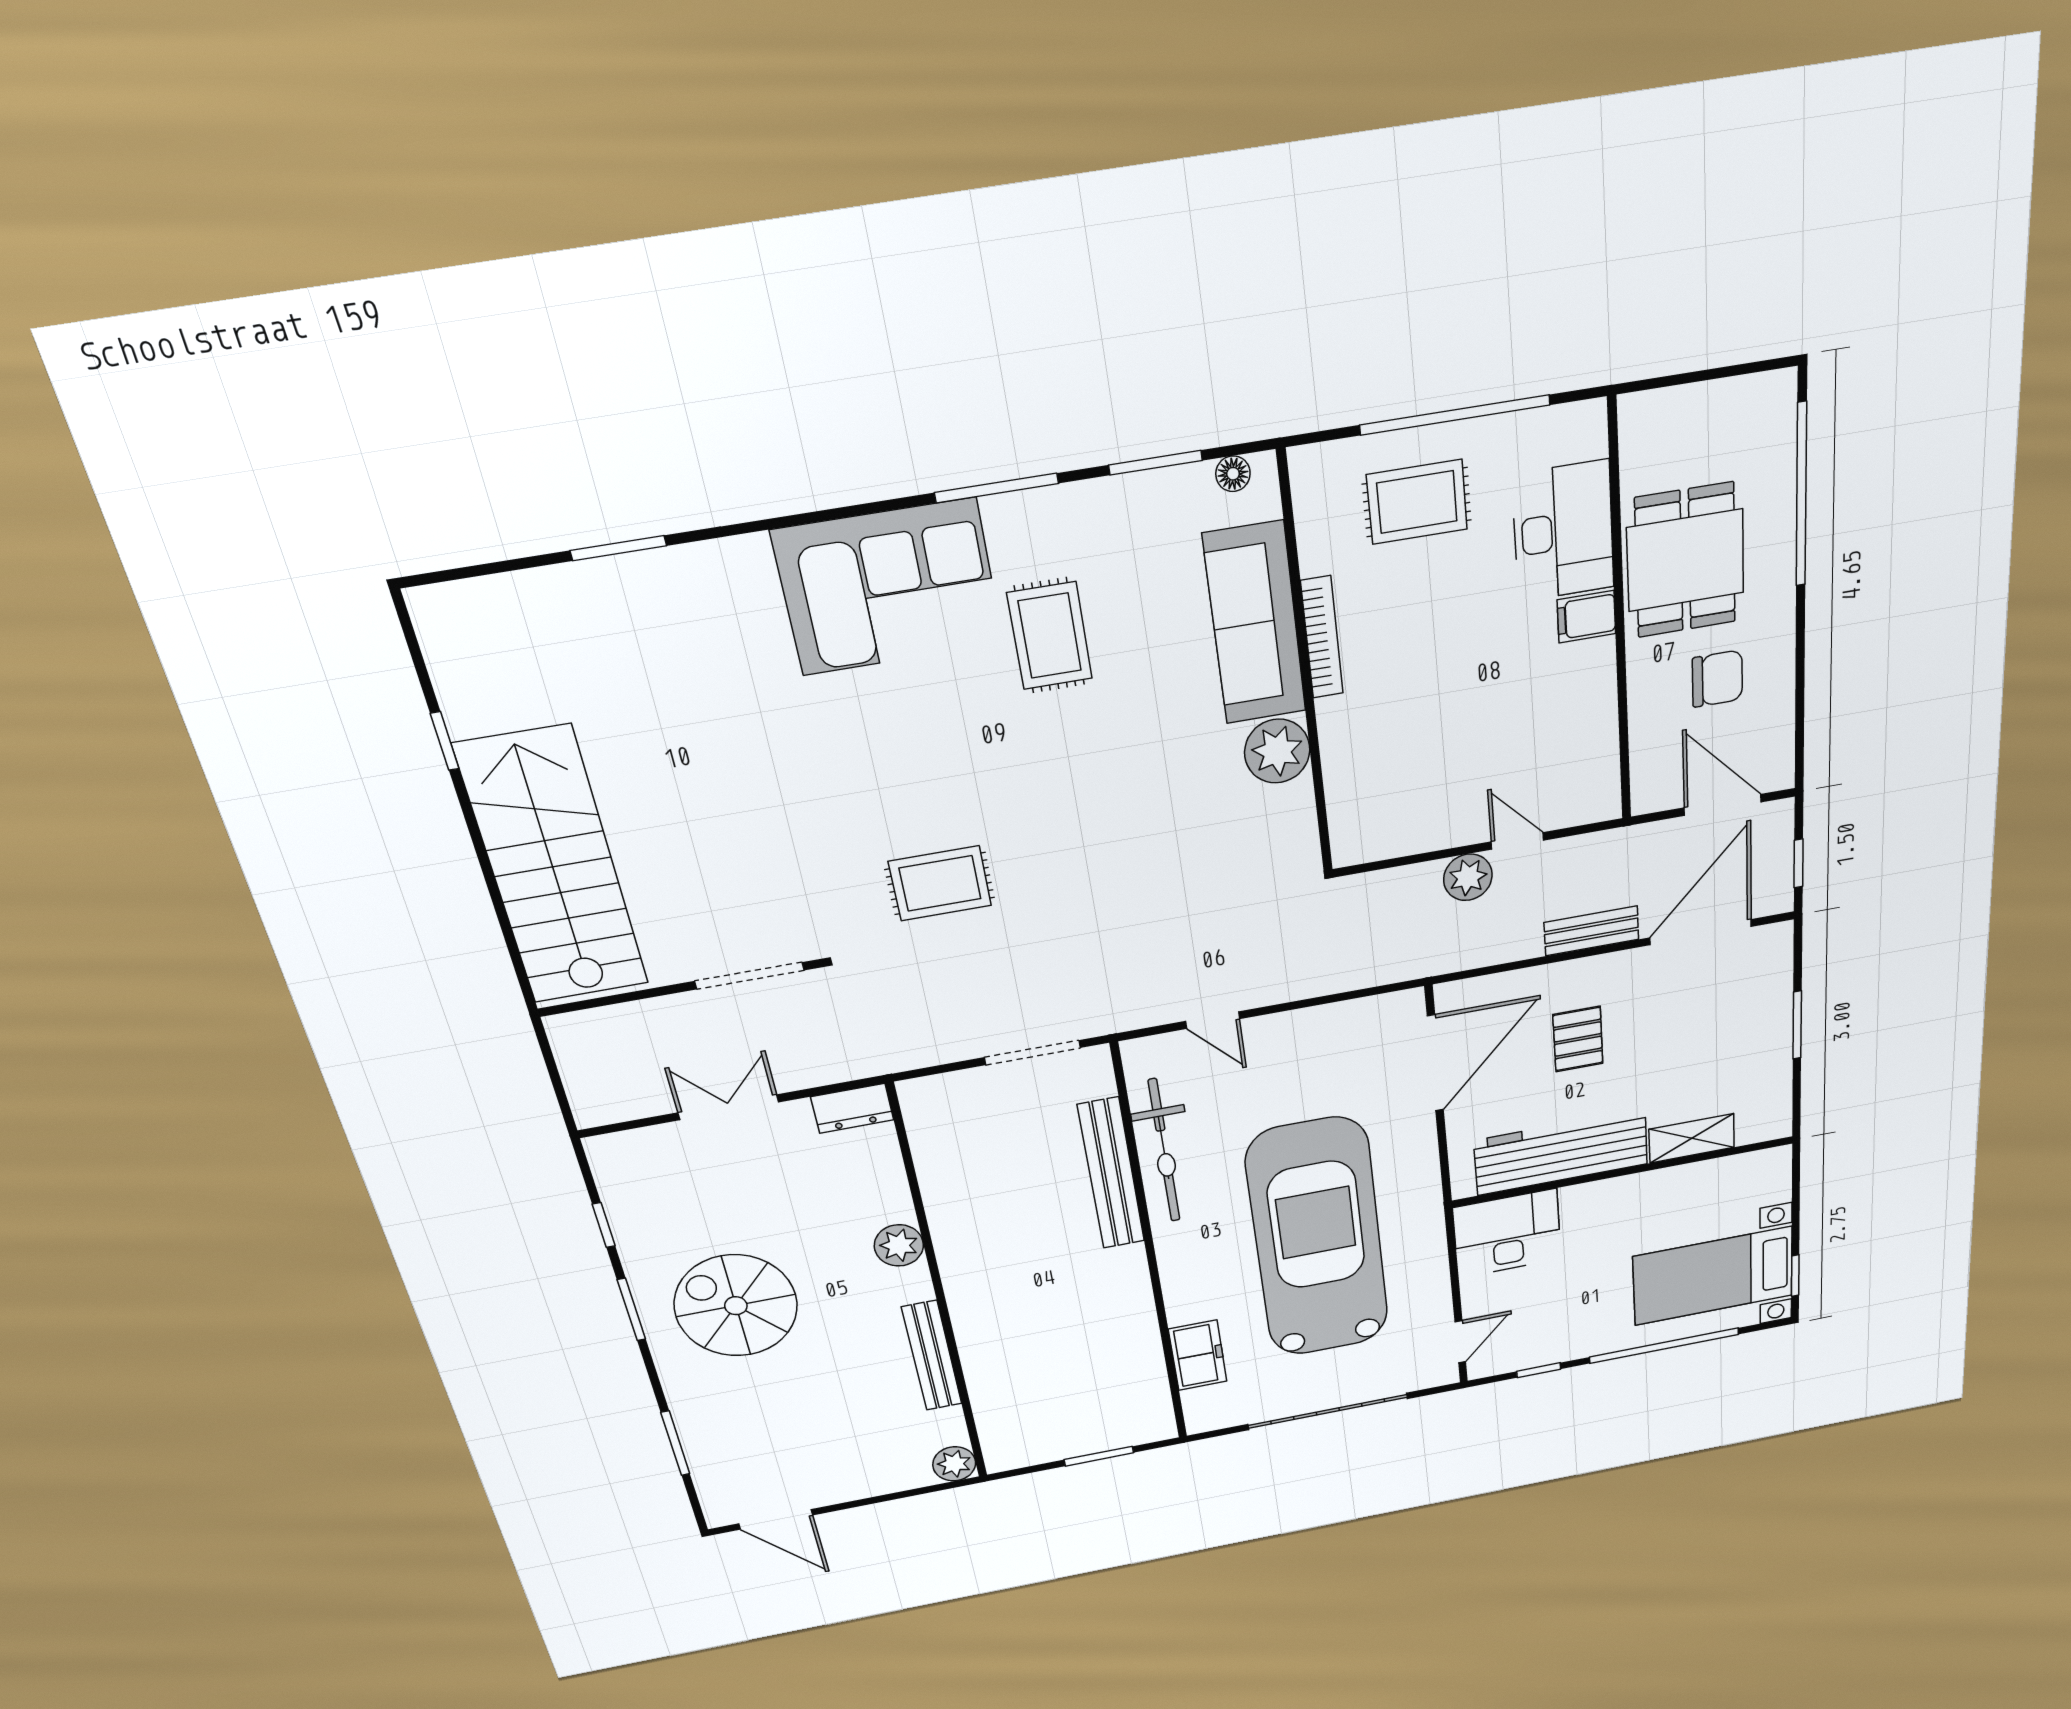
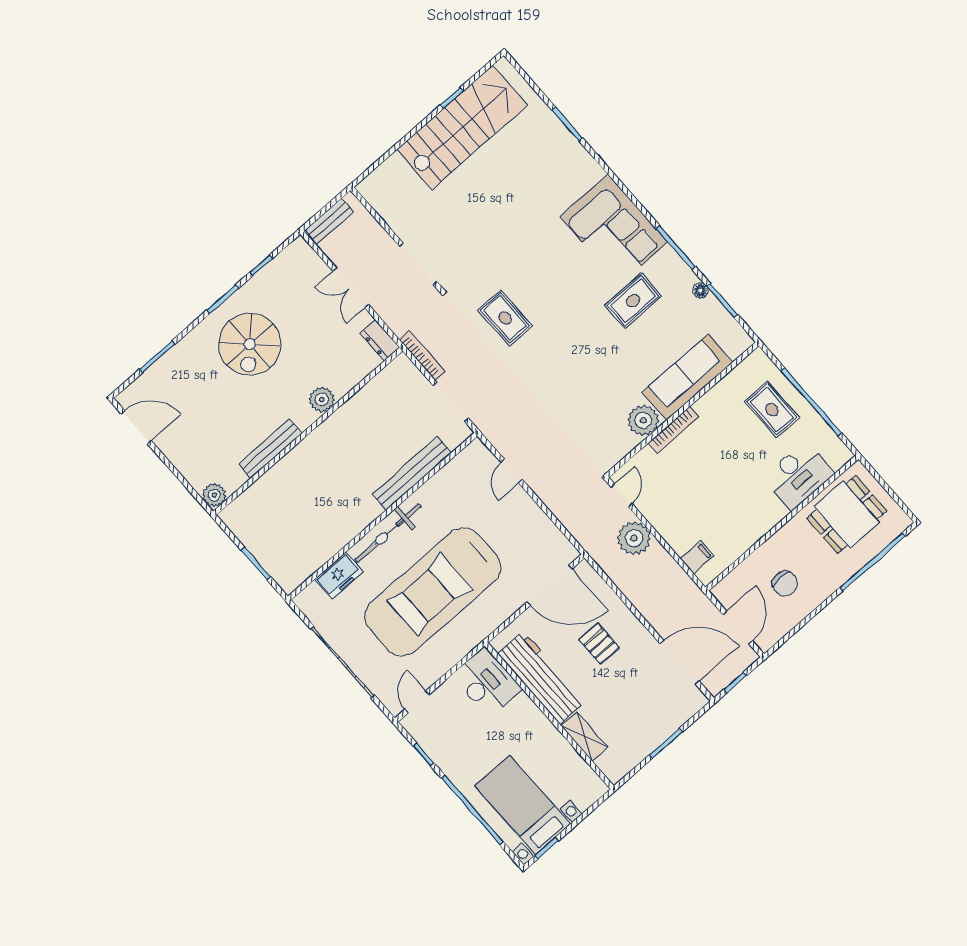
floor lamp: (1233, 474) -> (700, 290), moved
dining table: (1685, 560) -> (847, 514), moved
filing cabinet: (1586, 617) -> (697, 557), moved, turned 90
bookcase: (1322, 637) -> (674, 430), moved
door: (1517, 841) -> (622, 496), moved
stairs: (553, 867) -> (462, 127), moved
plant: (1468, 877) -> (634, 538), width x1.36, depth x1.36
bench: (1591, 931) -> (329, 221), moved, turned 90
pallet: (1578, 1039) -> (599, 644), turned 90
bookcase: (921, 1056) -> (422, 355), added
double door: (728, 1107) -> (351, 288), swing flipped
bicycle: (1164, 1151) -> (388, 533), moved
car: (1318, 1239) -> (433, 592), turned 180
spiral stairs: (736, 1306) -> (250, 344), turned 180
door: (1460, 1342) -> (417, 702), swing flipped
door: (776, 1519) -> (136, 427), swing flipped

